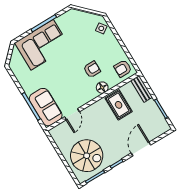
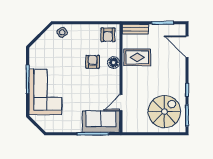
door: (72, 114) -> (121, 103), swing flipped
door: (141, 149) -> (187, 47), moved

